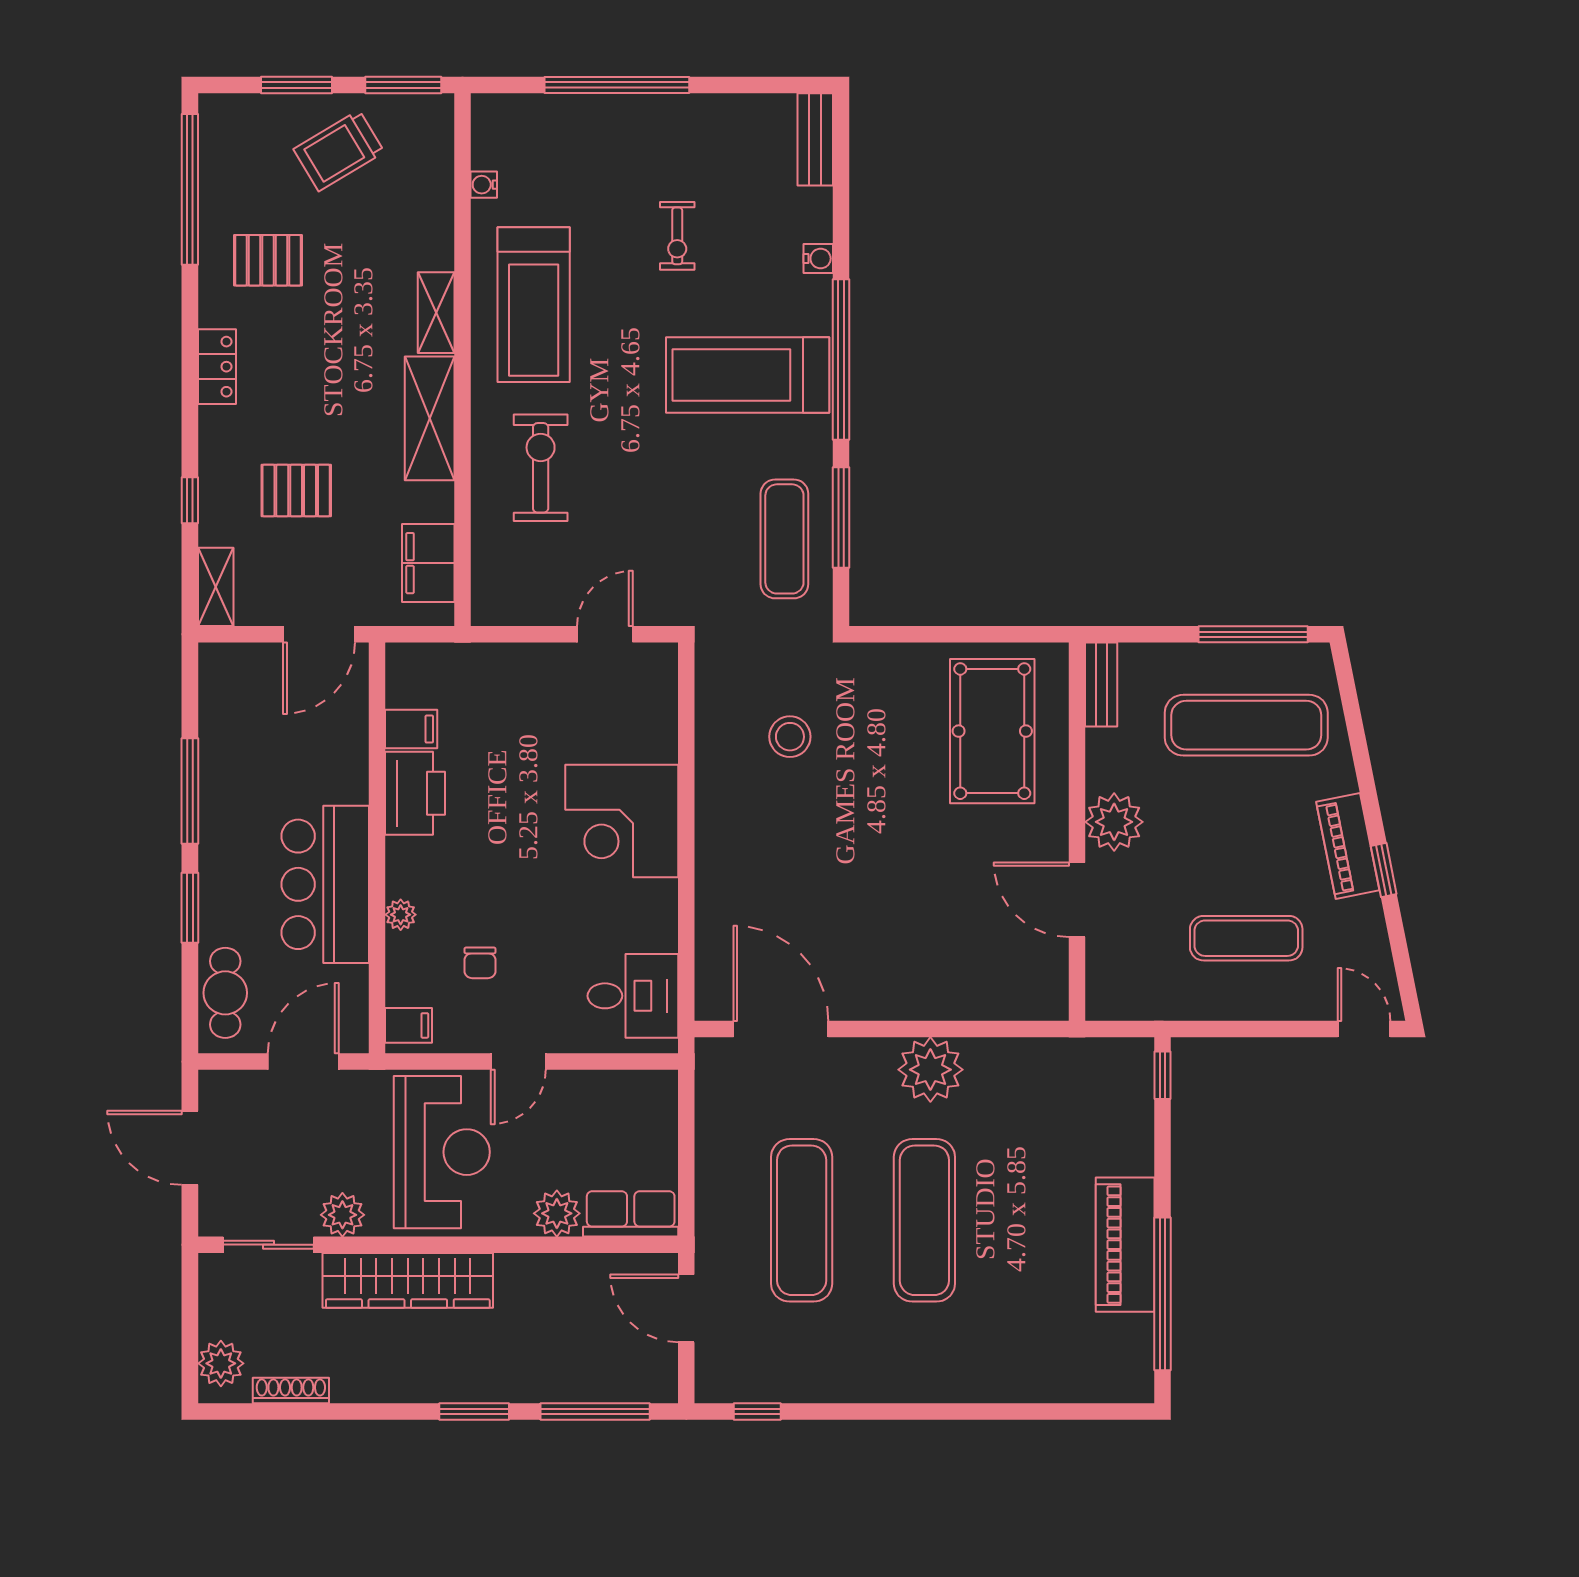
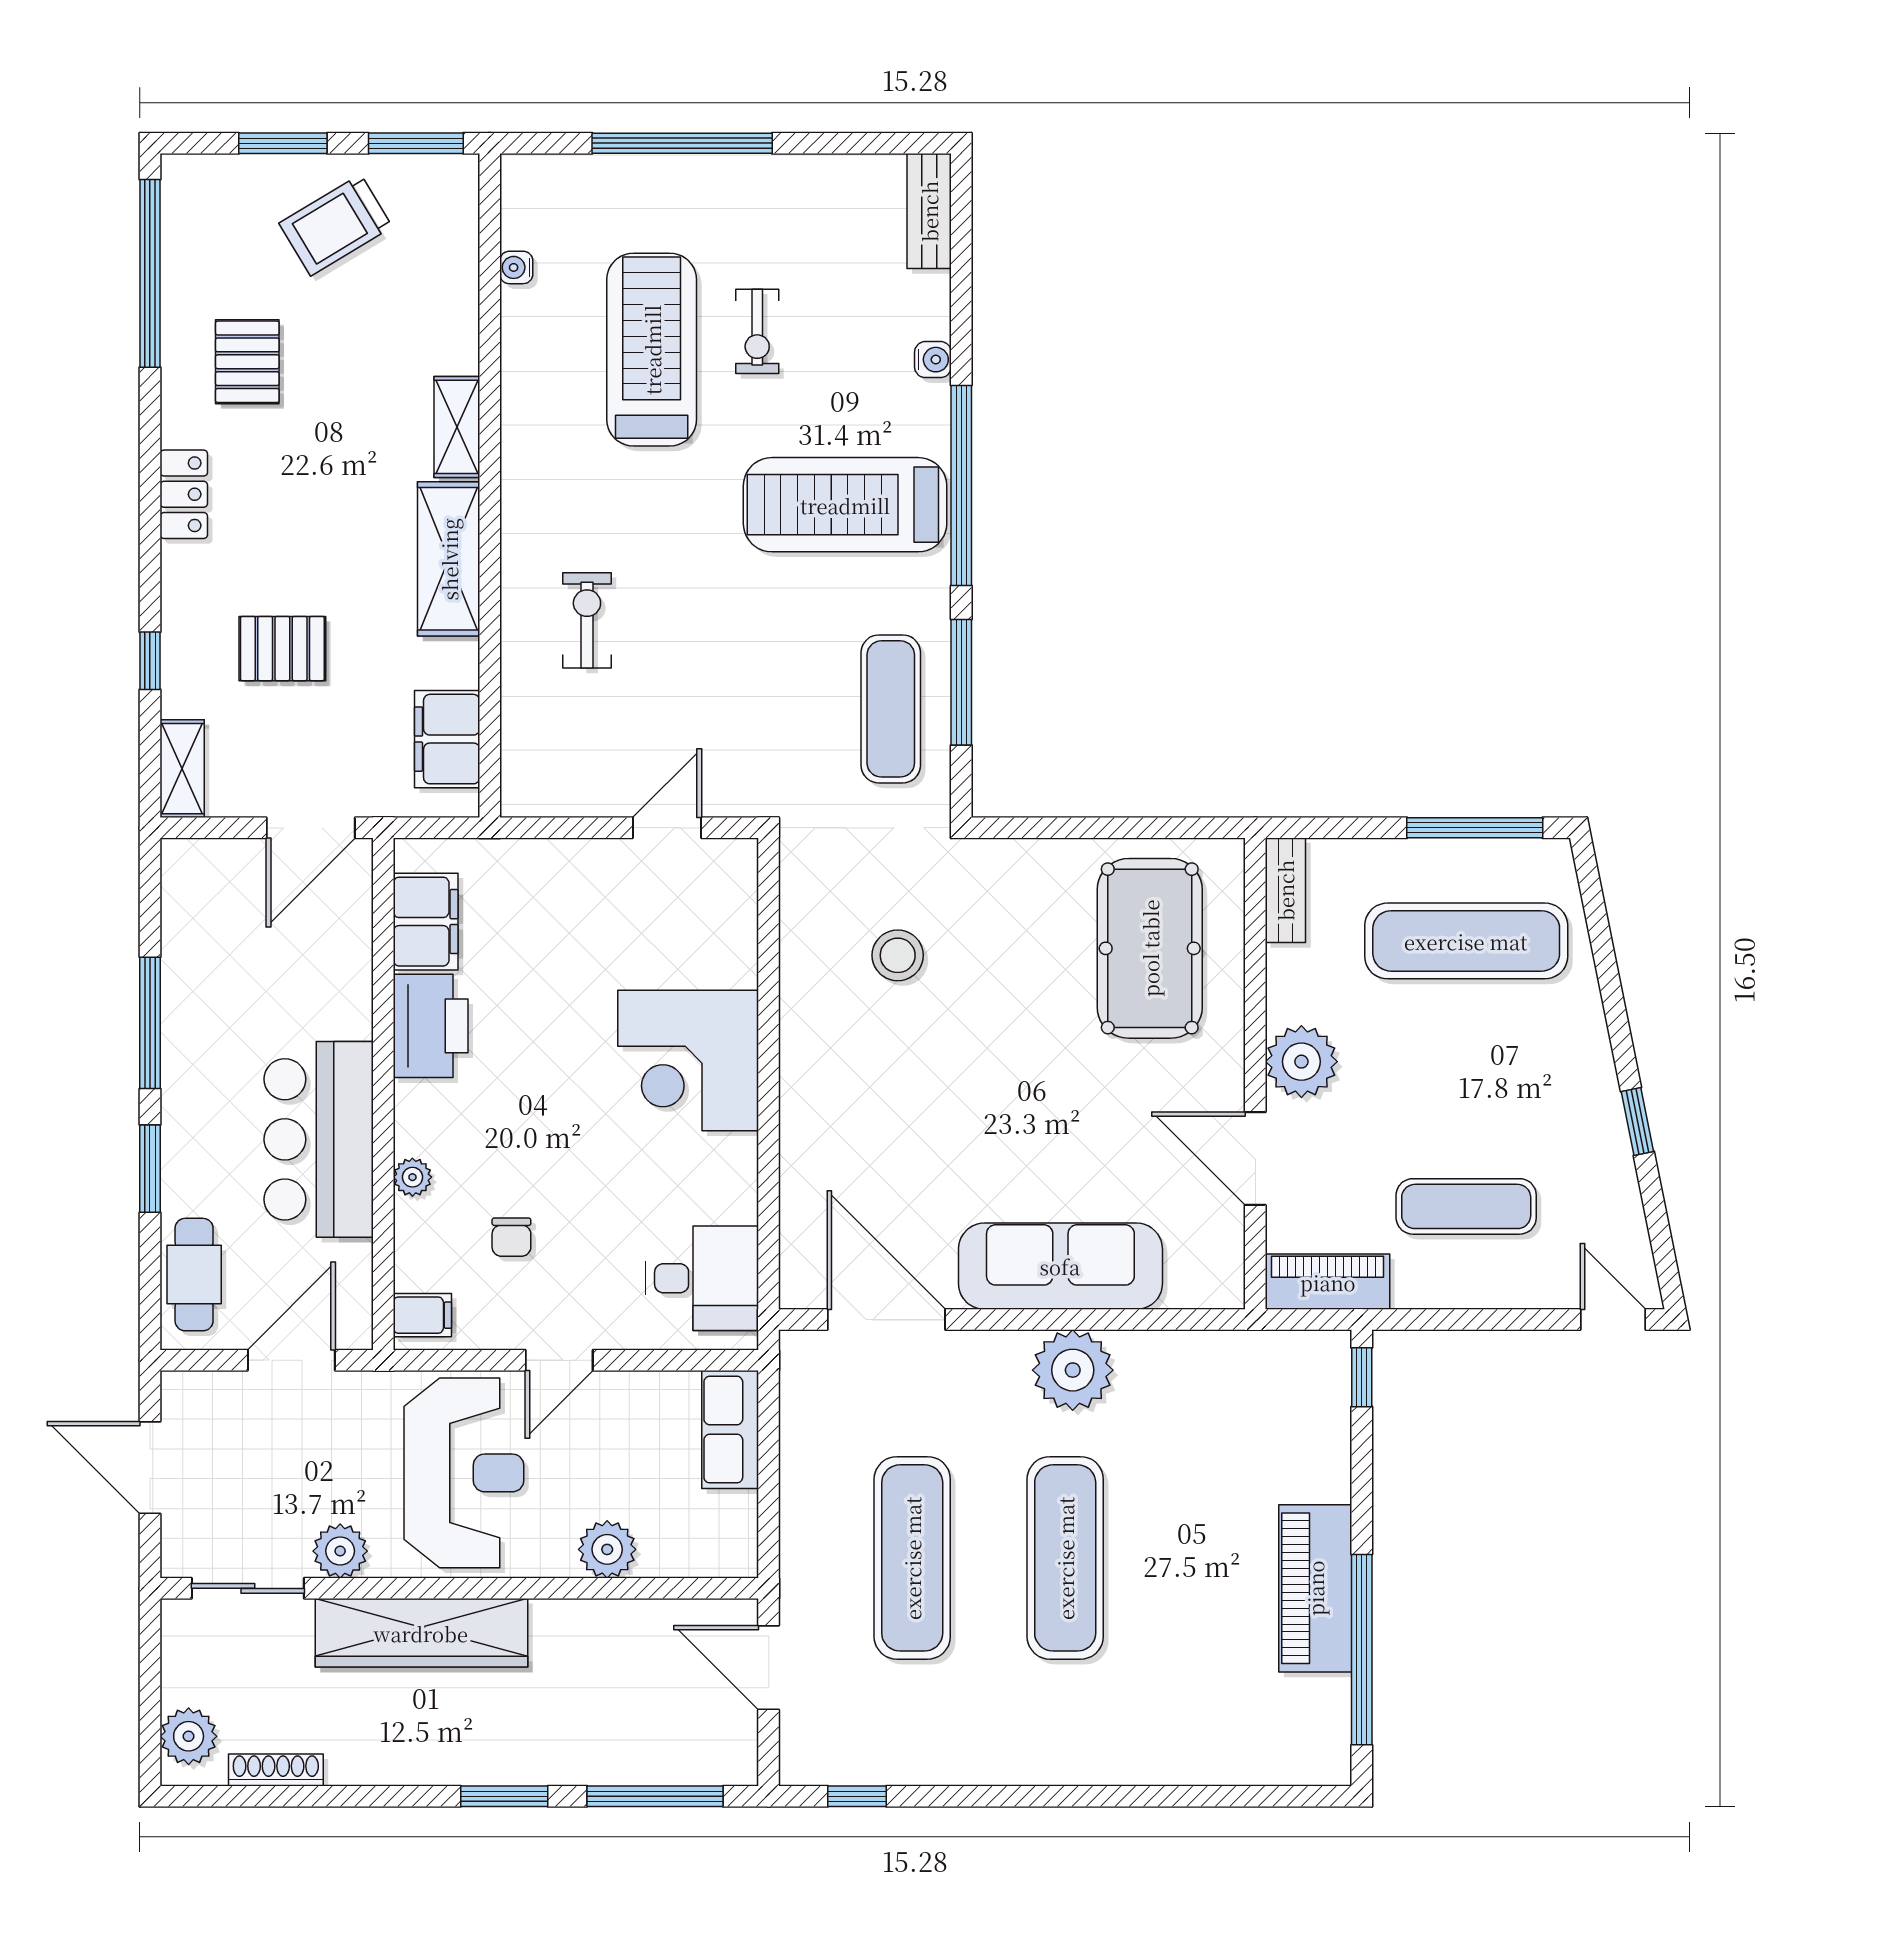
pallet: (268, 260) -> (247, 362), turned 90
treadmill: (534, 305) -> (652, 350), moved, turned 180
exercise bike: (541, 468) -> (587, 620), width x0.73, depth x0.72
filing cabinet: (411, 729) -> (426, 922), width x2.00
piano: (1348, 846) -> (1328, 1282), moved, turned 101
sofa: (921, 986) -> (1060, 1266), added
row of seats: (631, 1214) -> (730, 1430), moved, turned -90

